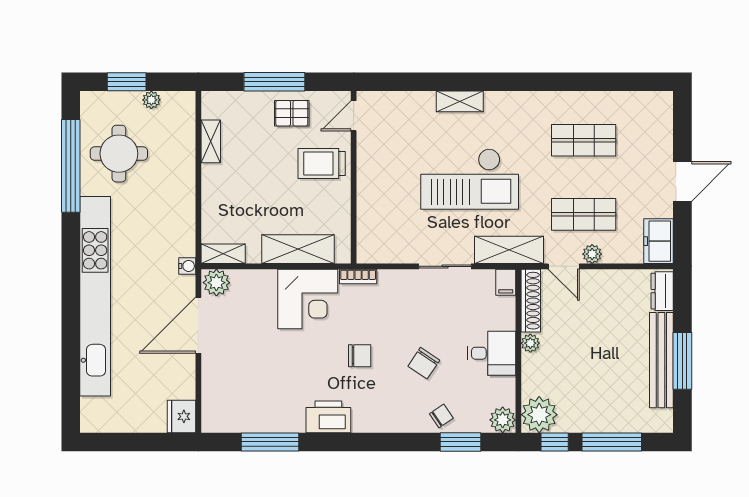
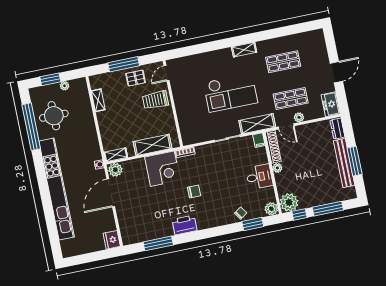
shelving: (460, 101) -> (244, 50), moved
chair: (424, 363) -> (227, 189), removed

